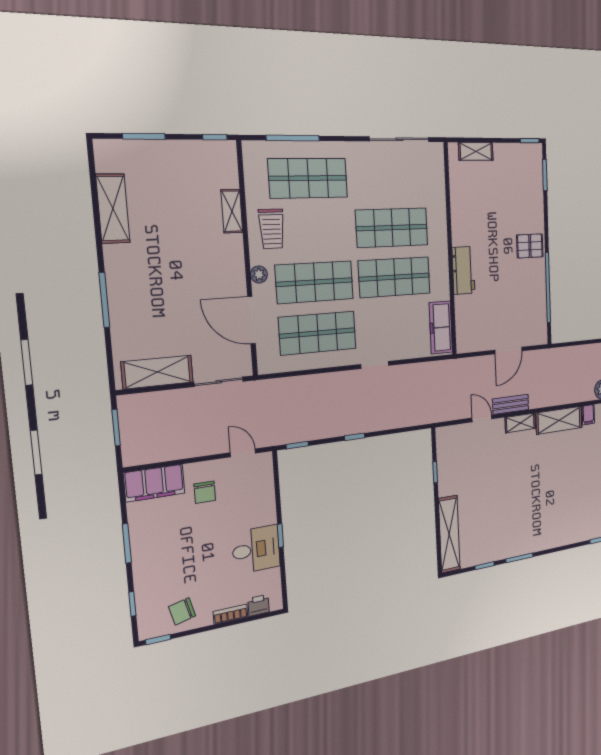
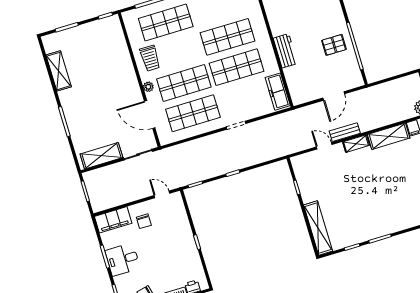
shelving: (232, 211) -> (124, 54), removed
pallet: (530, 246) -> (334, 45), moved
desk: (256, 549) -> (123, 259), moved, turned 180

